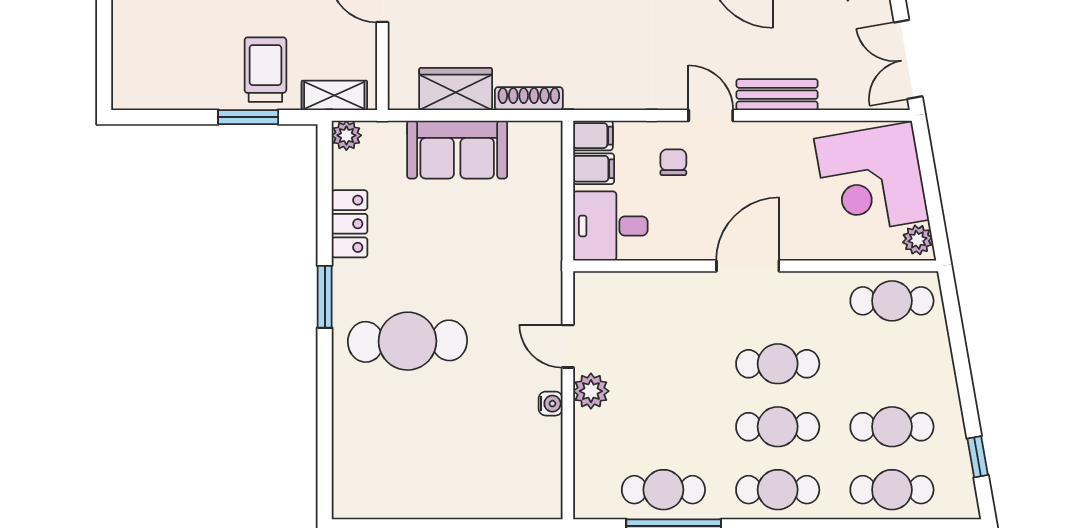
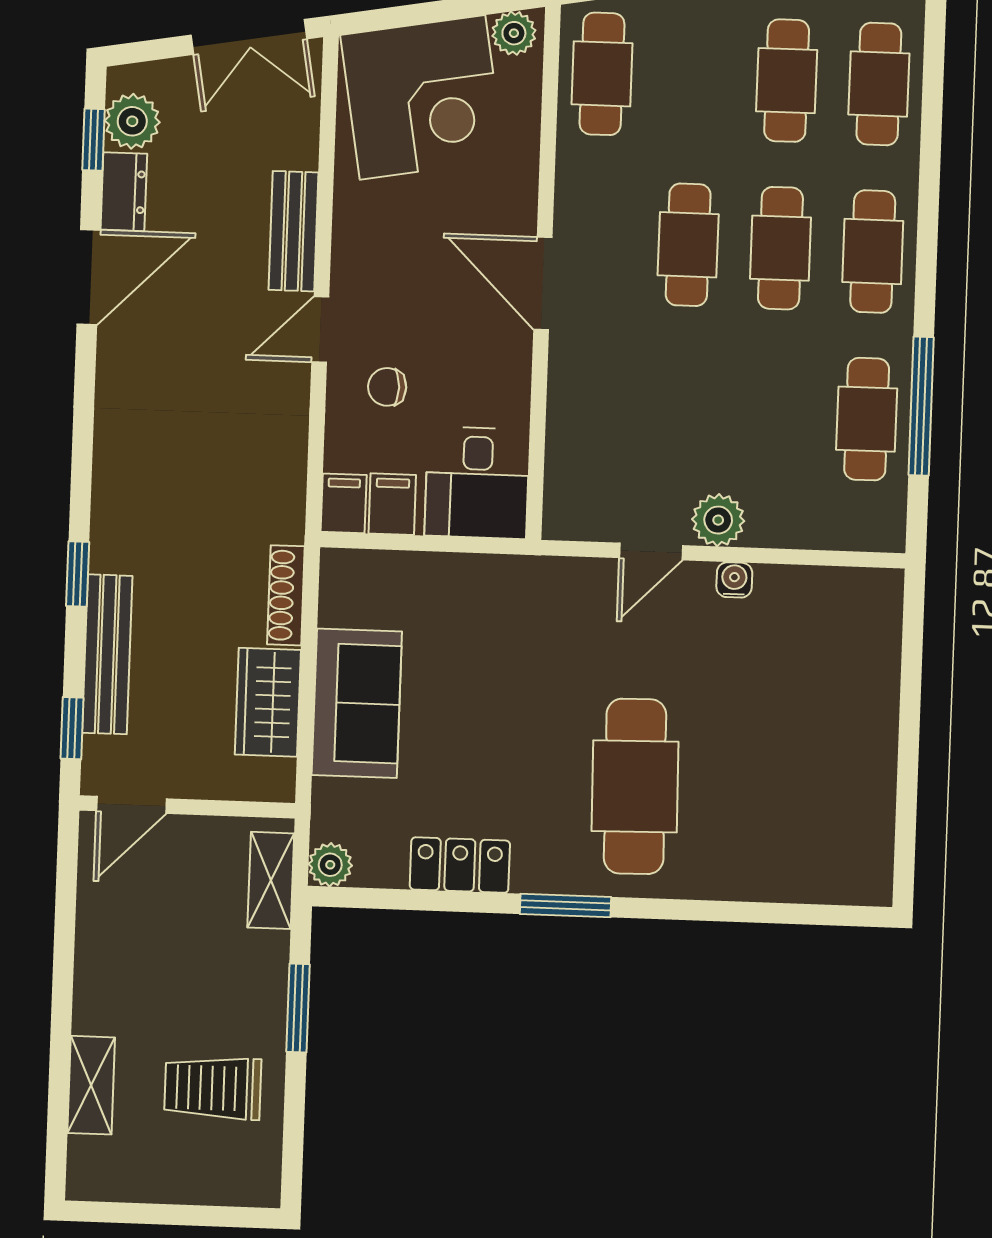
trolley: (265, 70) -> (213, 1088), moved

